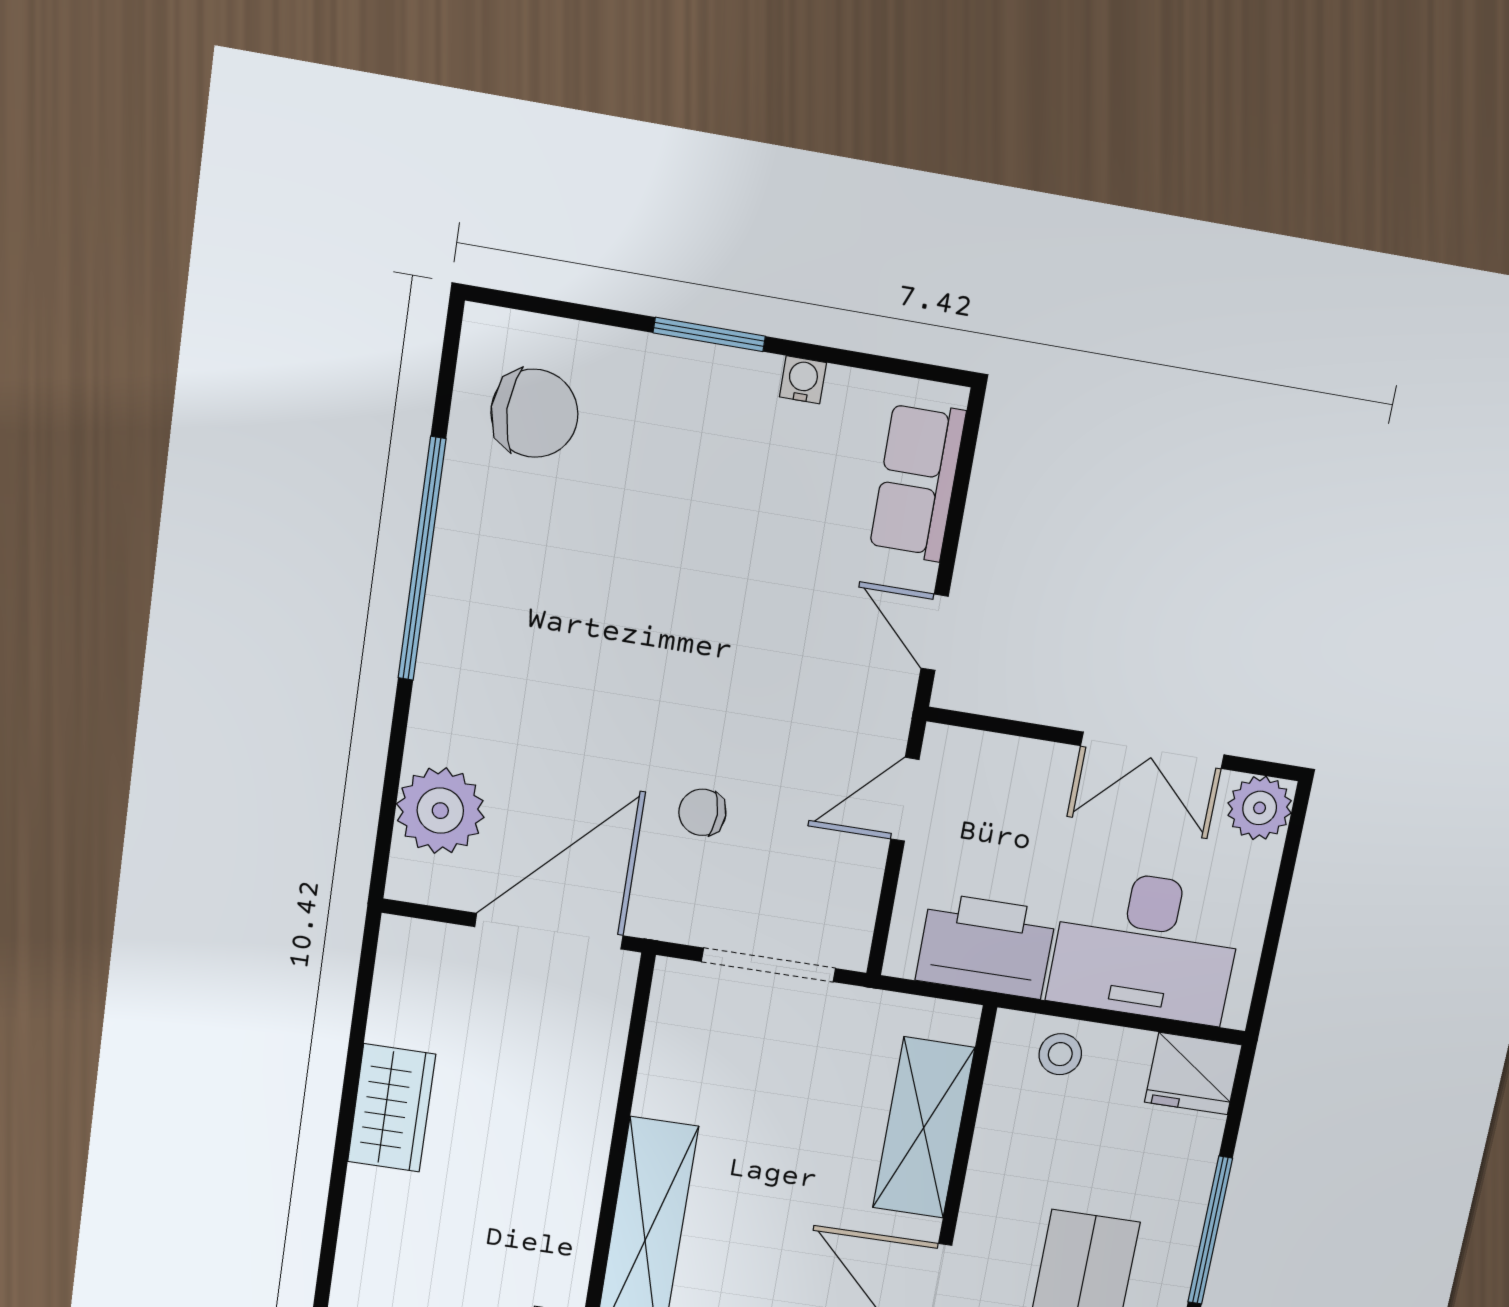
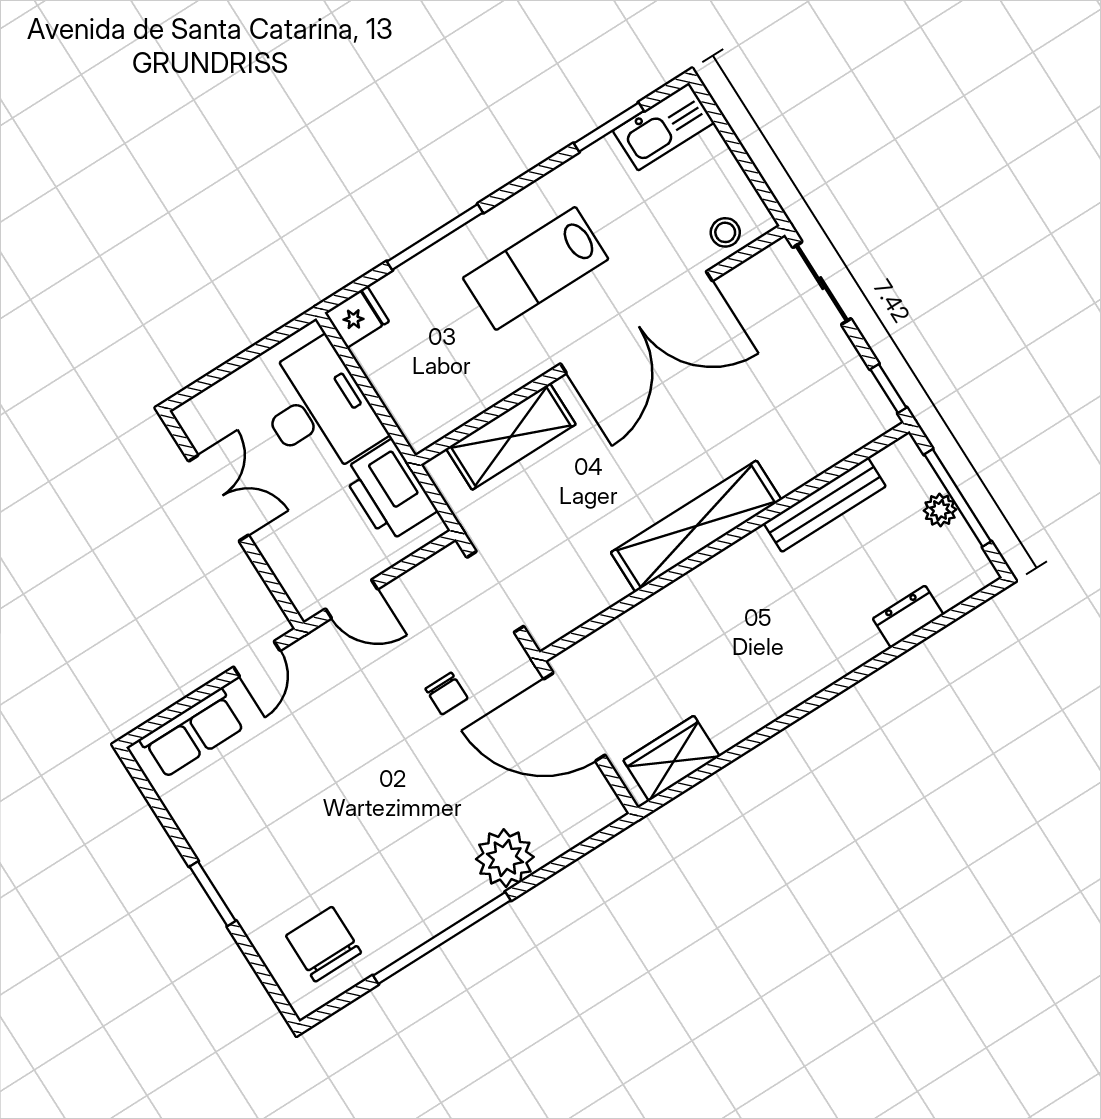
water cooler: (803, 380) -> (194, 831), removed
plant: (1260, 808) -> (199, 418), removed
plant: (440, 811) -> (505, 858), moved
stool: (1060, 1054) -> (411, 402), removed
fridge: (1193, 1074) -> (357, 317), width x0.72
wardrobe: (392, 1108) -> (671, 758), moved

